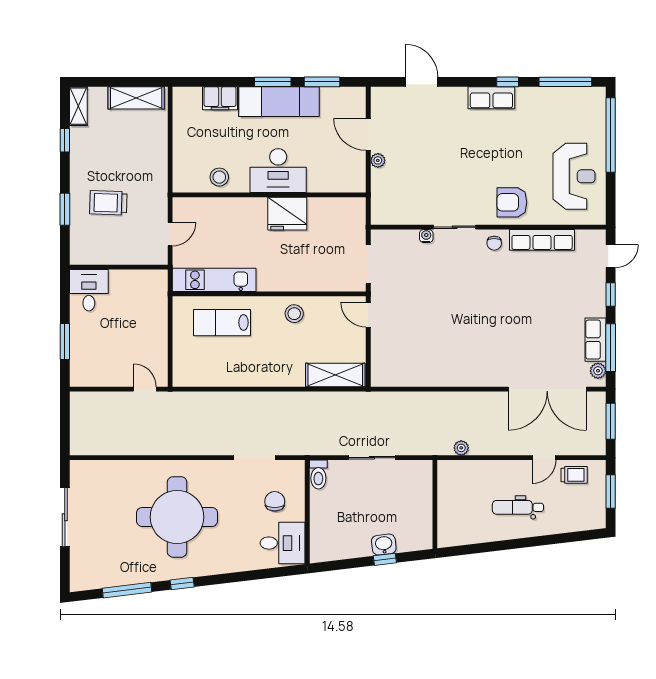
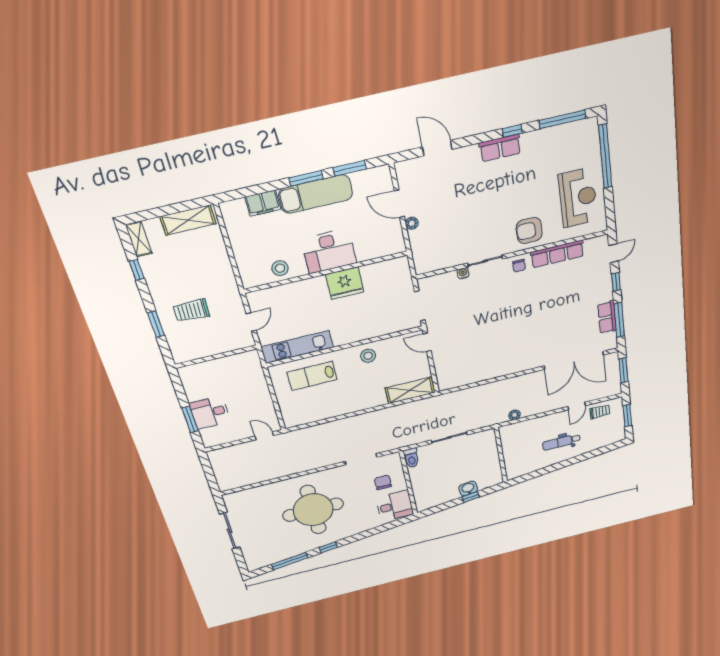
desk: (89, 290) -> (210, 413), moved, turned -90
plant: (598, 371) -> (611, 338), removed

